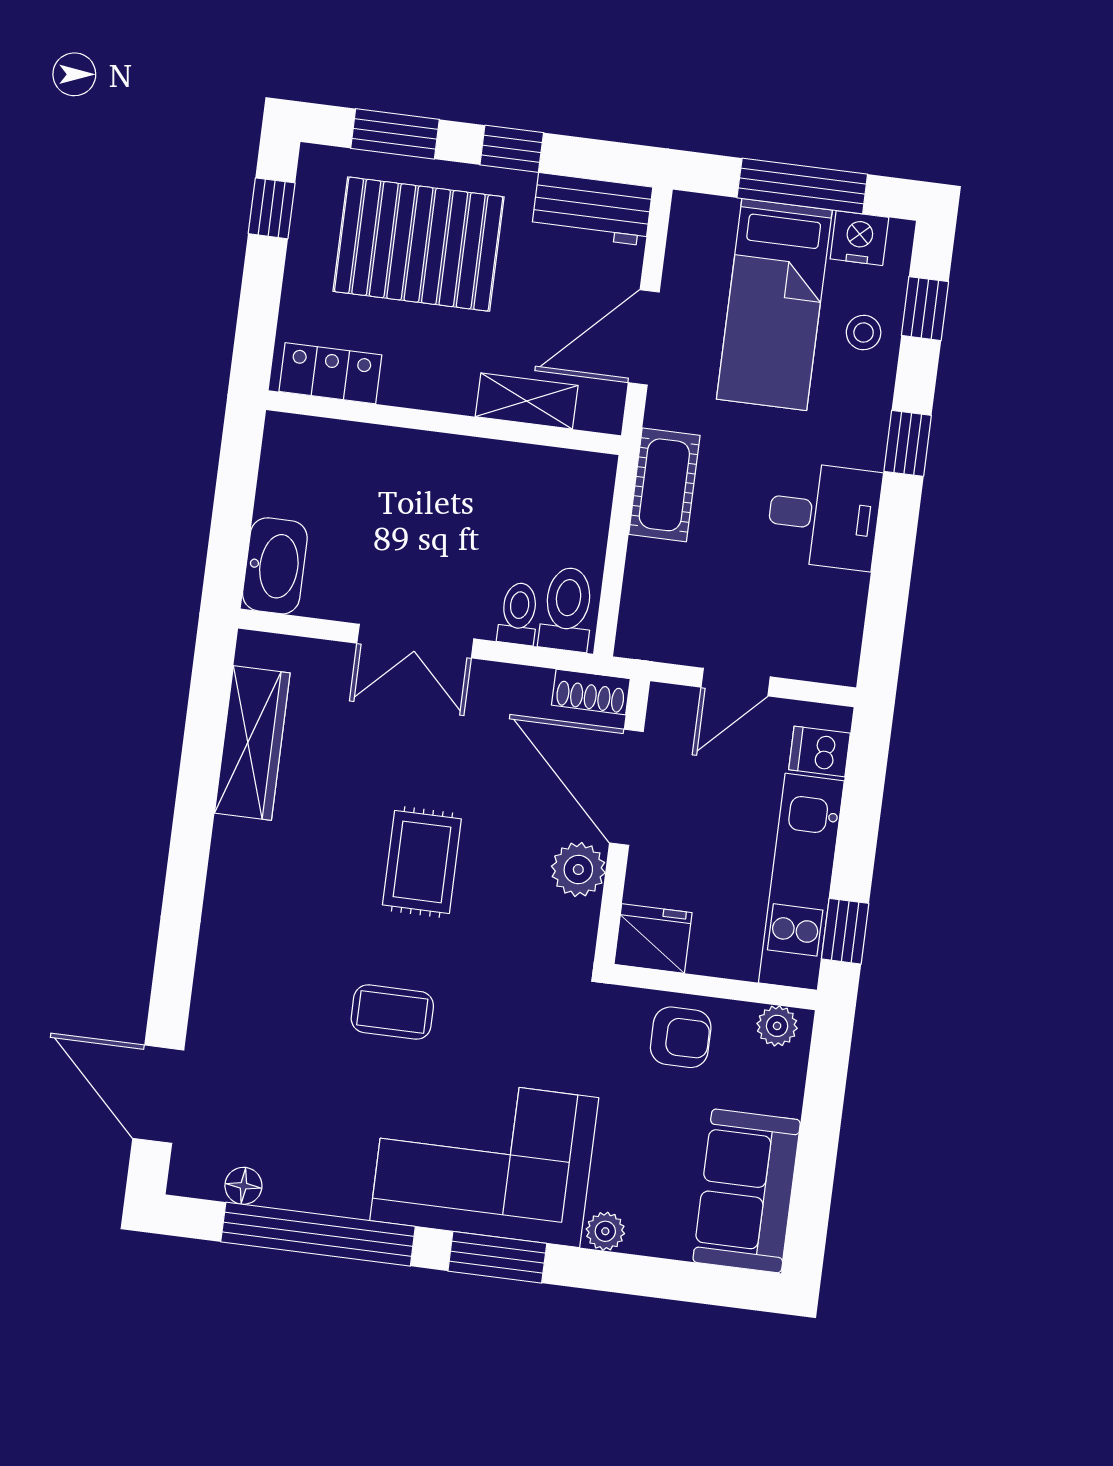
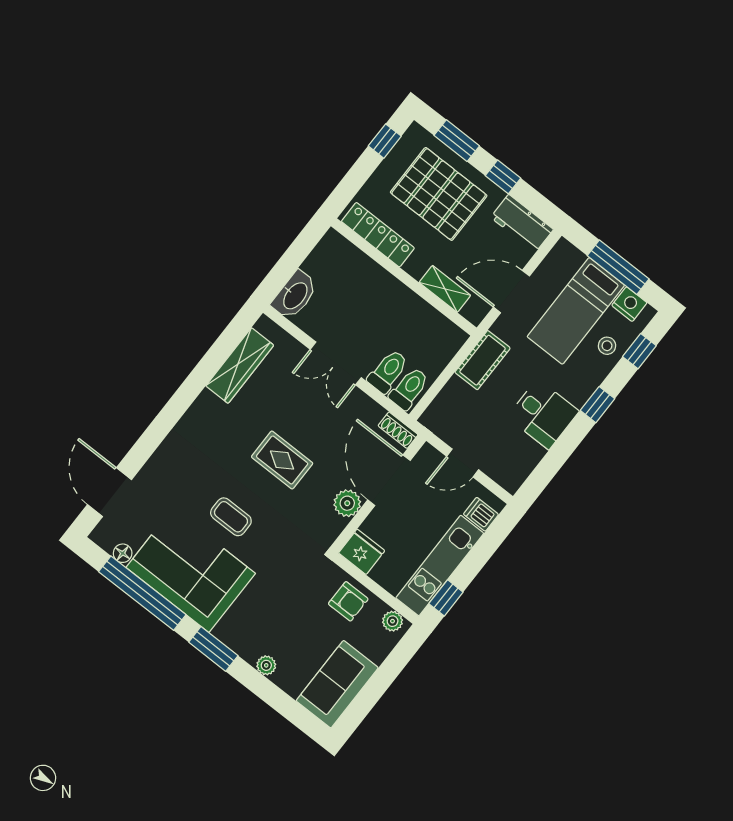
locker: (330, 373) -> (378, 235), width x1.53
toilet: (519, 614) -> (388, 371), width x1.37, depth x1.39
rug: (422, 862) -> (282, 460), turned 90
corner sofa: (484, 1159) -> (191, 570), moved

